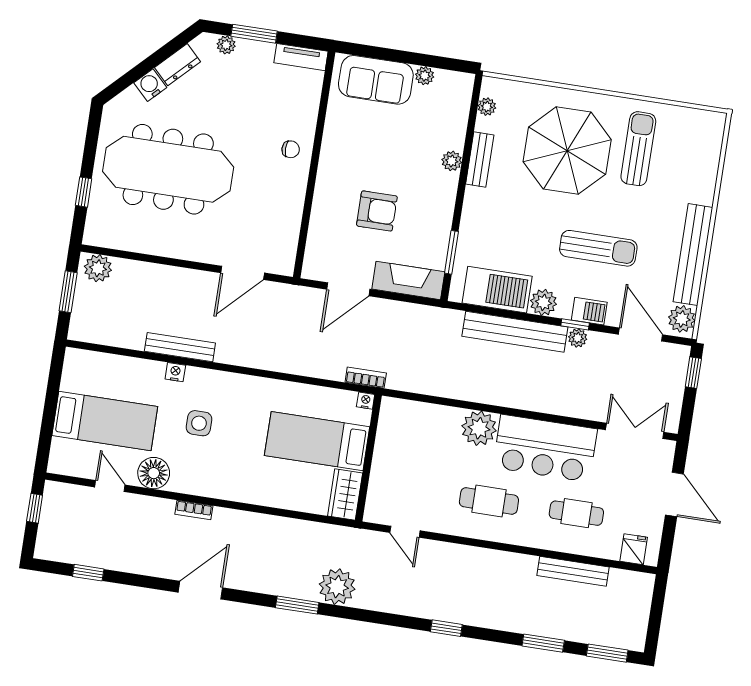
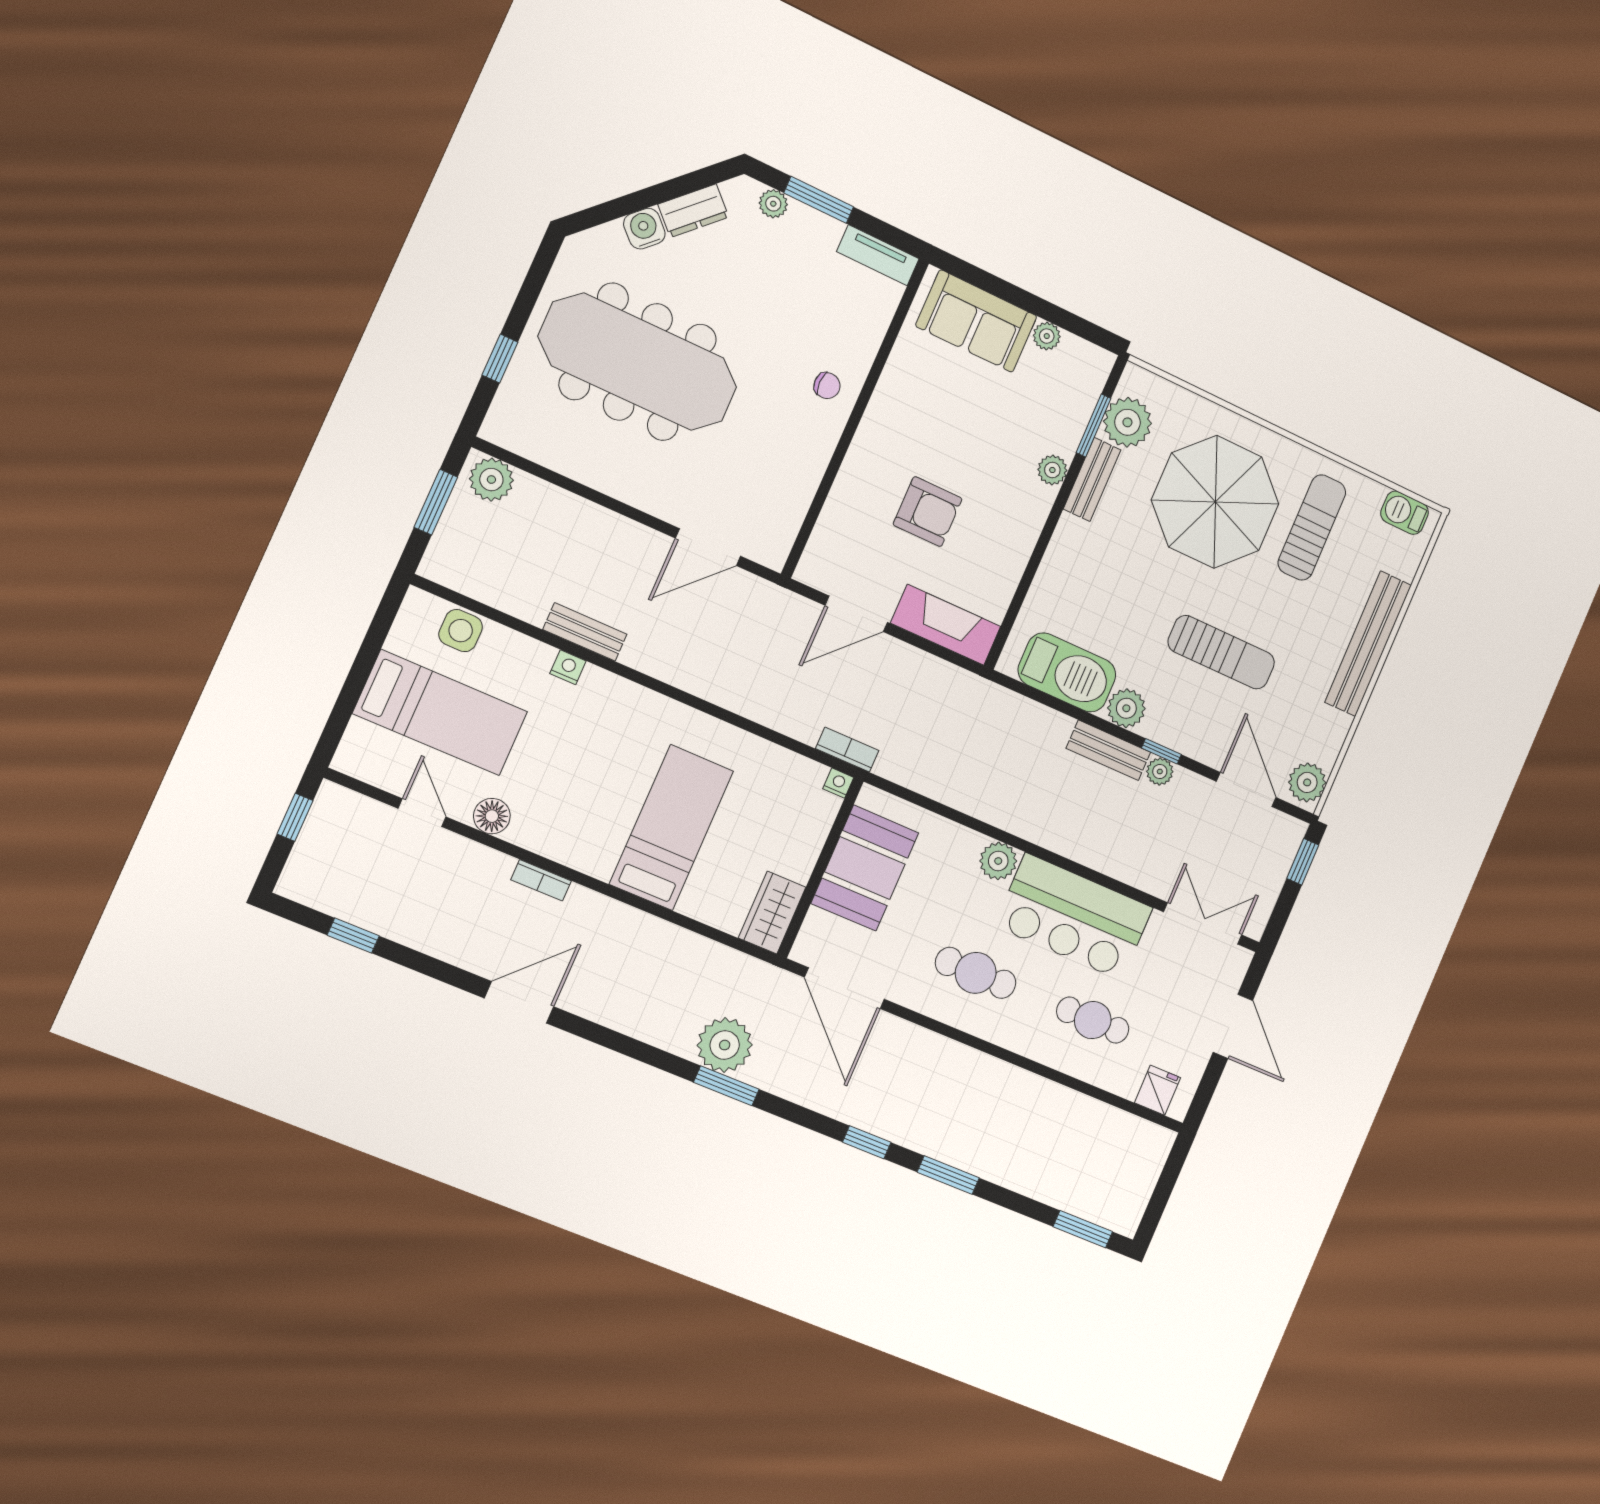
plant: (487, 107) -> (1127, 422), width x1.87, depth x1.87
window: (451, 252) -> (1094, 426), moved
bench: (693, 255) -> (1368, 644), moved
barbecue: (589, 311) -> (1405, 513), moved, turned 180
bench: (515, 332) -> (1108, 750), width x0.54, depth x0.82
bench: (180, 347) -> (585, 632), width x0.73
side table: (199, 423) -> (461, 631), moved
plant: (479, 428) -> (998, 861), width x0.73, depth x0.73
bed: (317, 441) -> (671, 827), moved, turned 90
booth: (398, 451) -> (865, 868), added
floor lamp: (154, 473) -> (492, 816), width x0.73, depth x0.73
door: (405, 532) -> (844, 988), width x1.88
bench: (573, 571) -> (1066, 1102), removed
window: (297, 605) -> (726, 1086), moved
window: (543, 643) -> (948, 1175), moved

